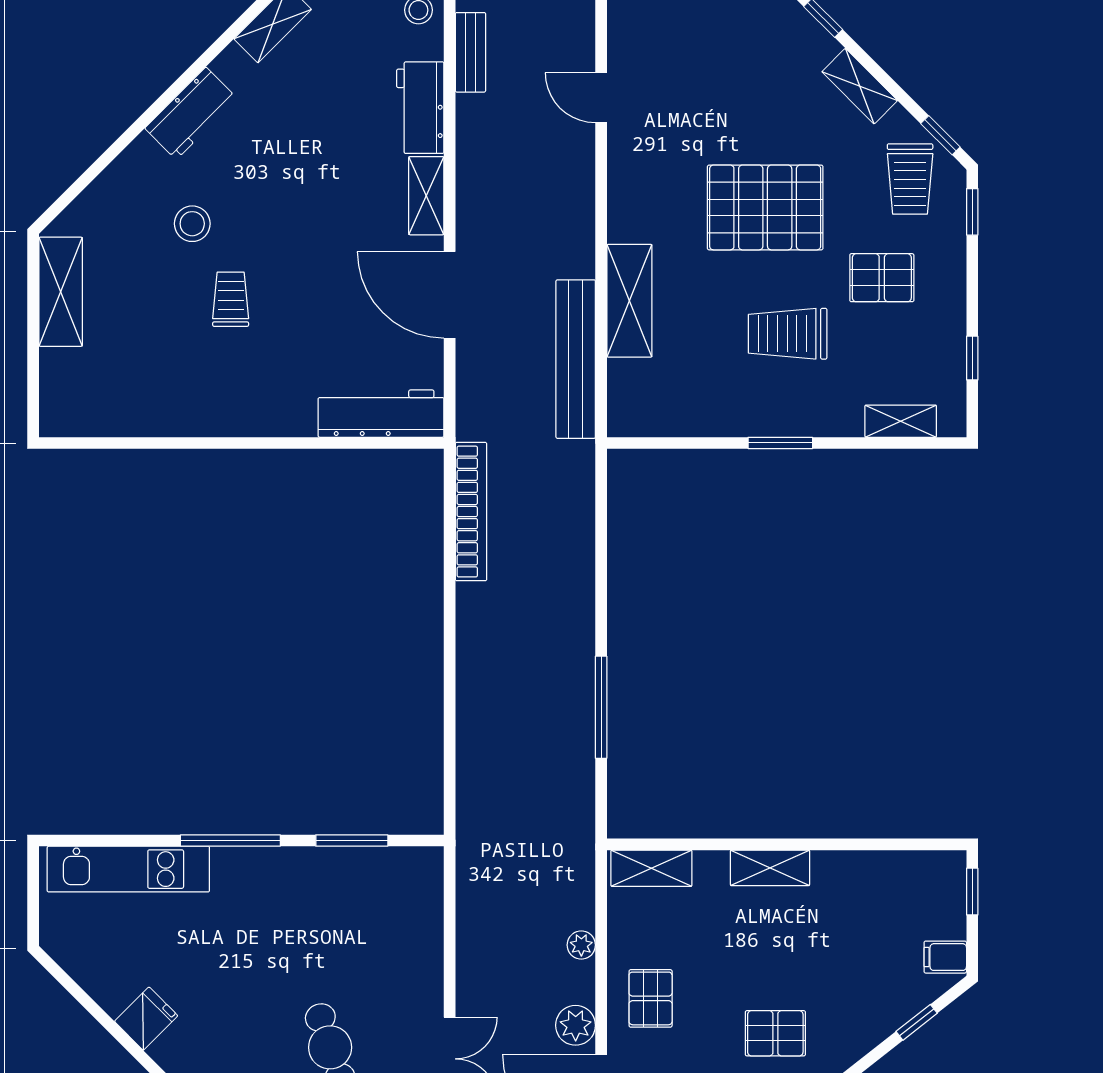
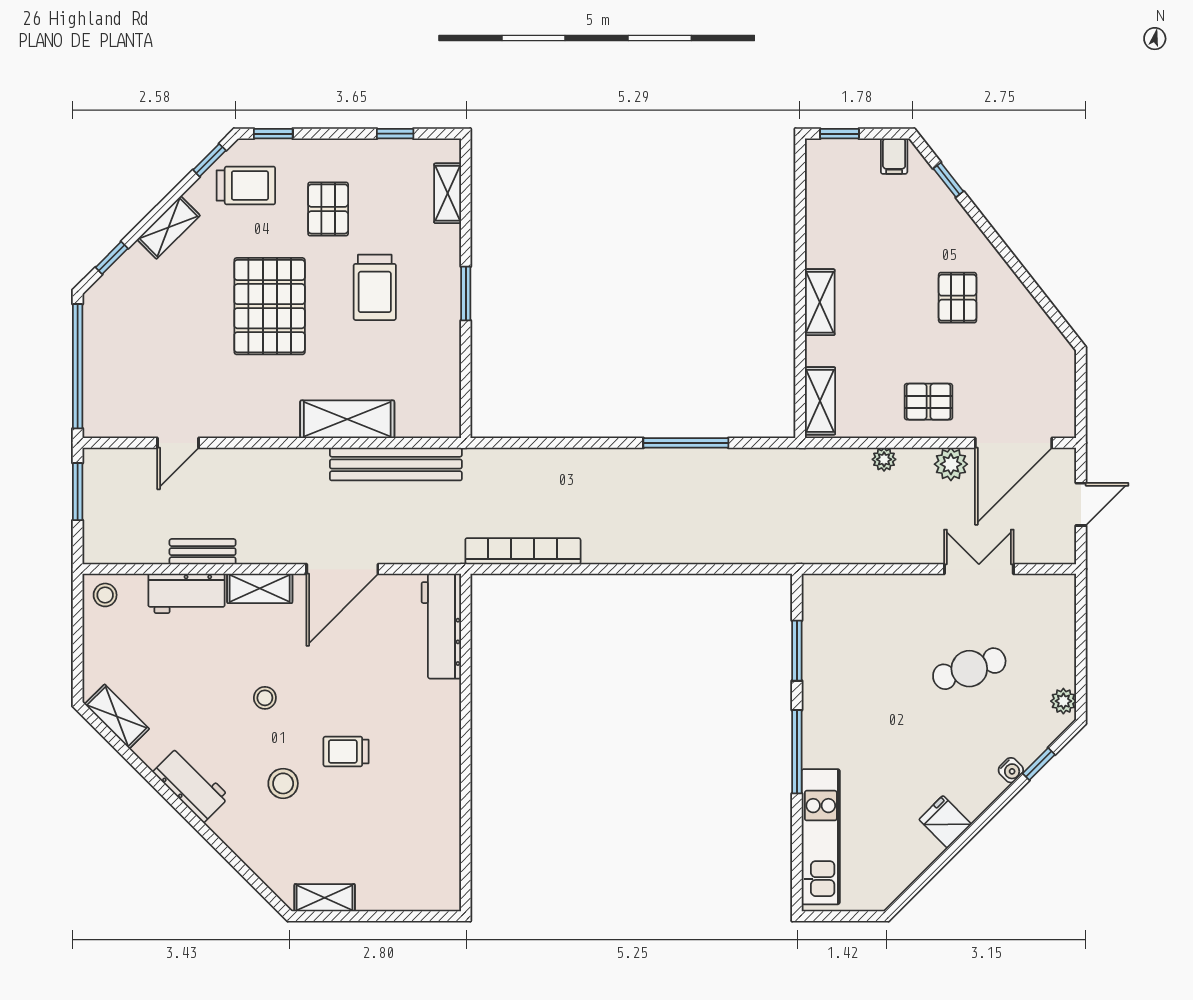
bench: (470, 52) -> (203, 552), moved
stool: (295, 202) -> (265, 698), added
shelving: (61, 292) -> (325, 898), width x0.67, depth x0.75

